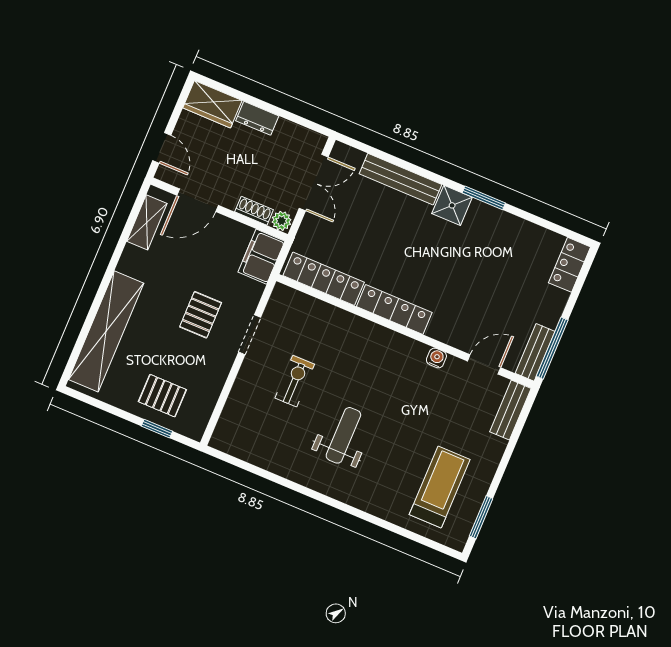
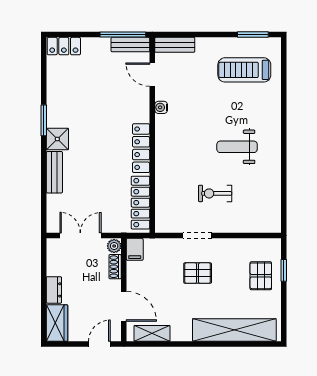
bench: (400, 179) -> (54, 172), width x0.73
filing cabinet: (261, 257) -> (135, 249), width x0.50

